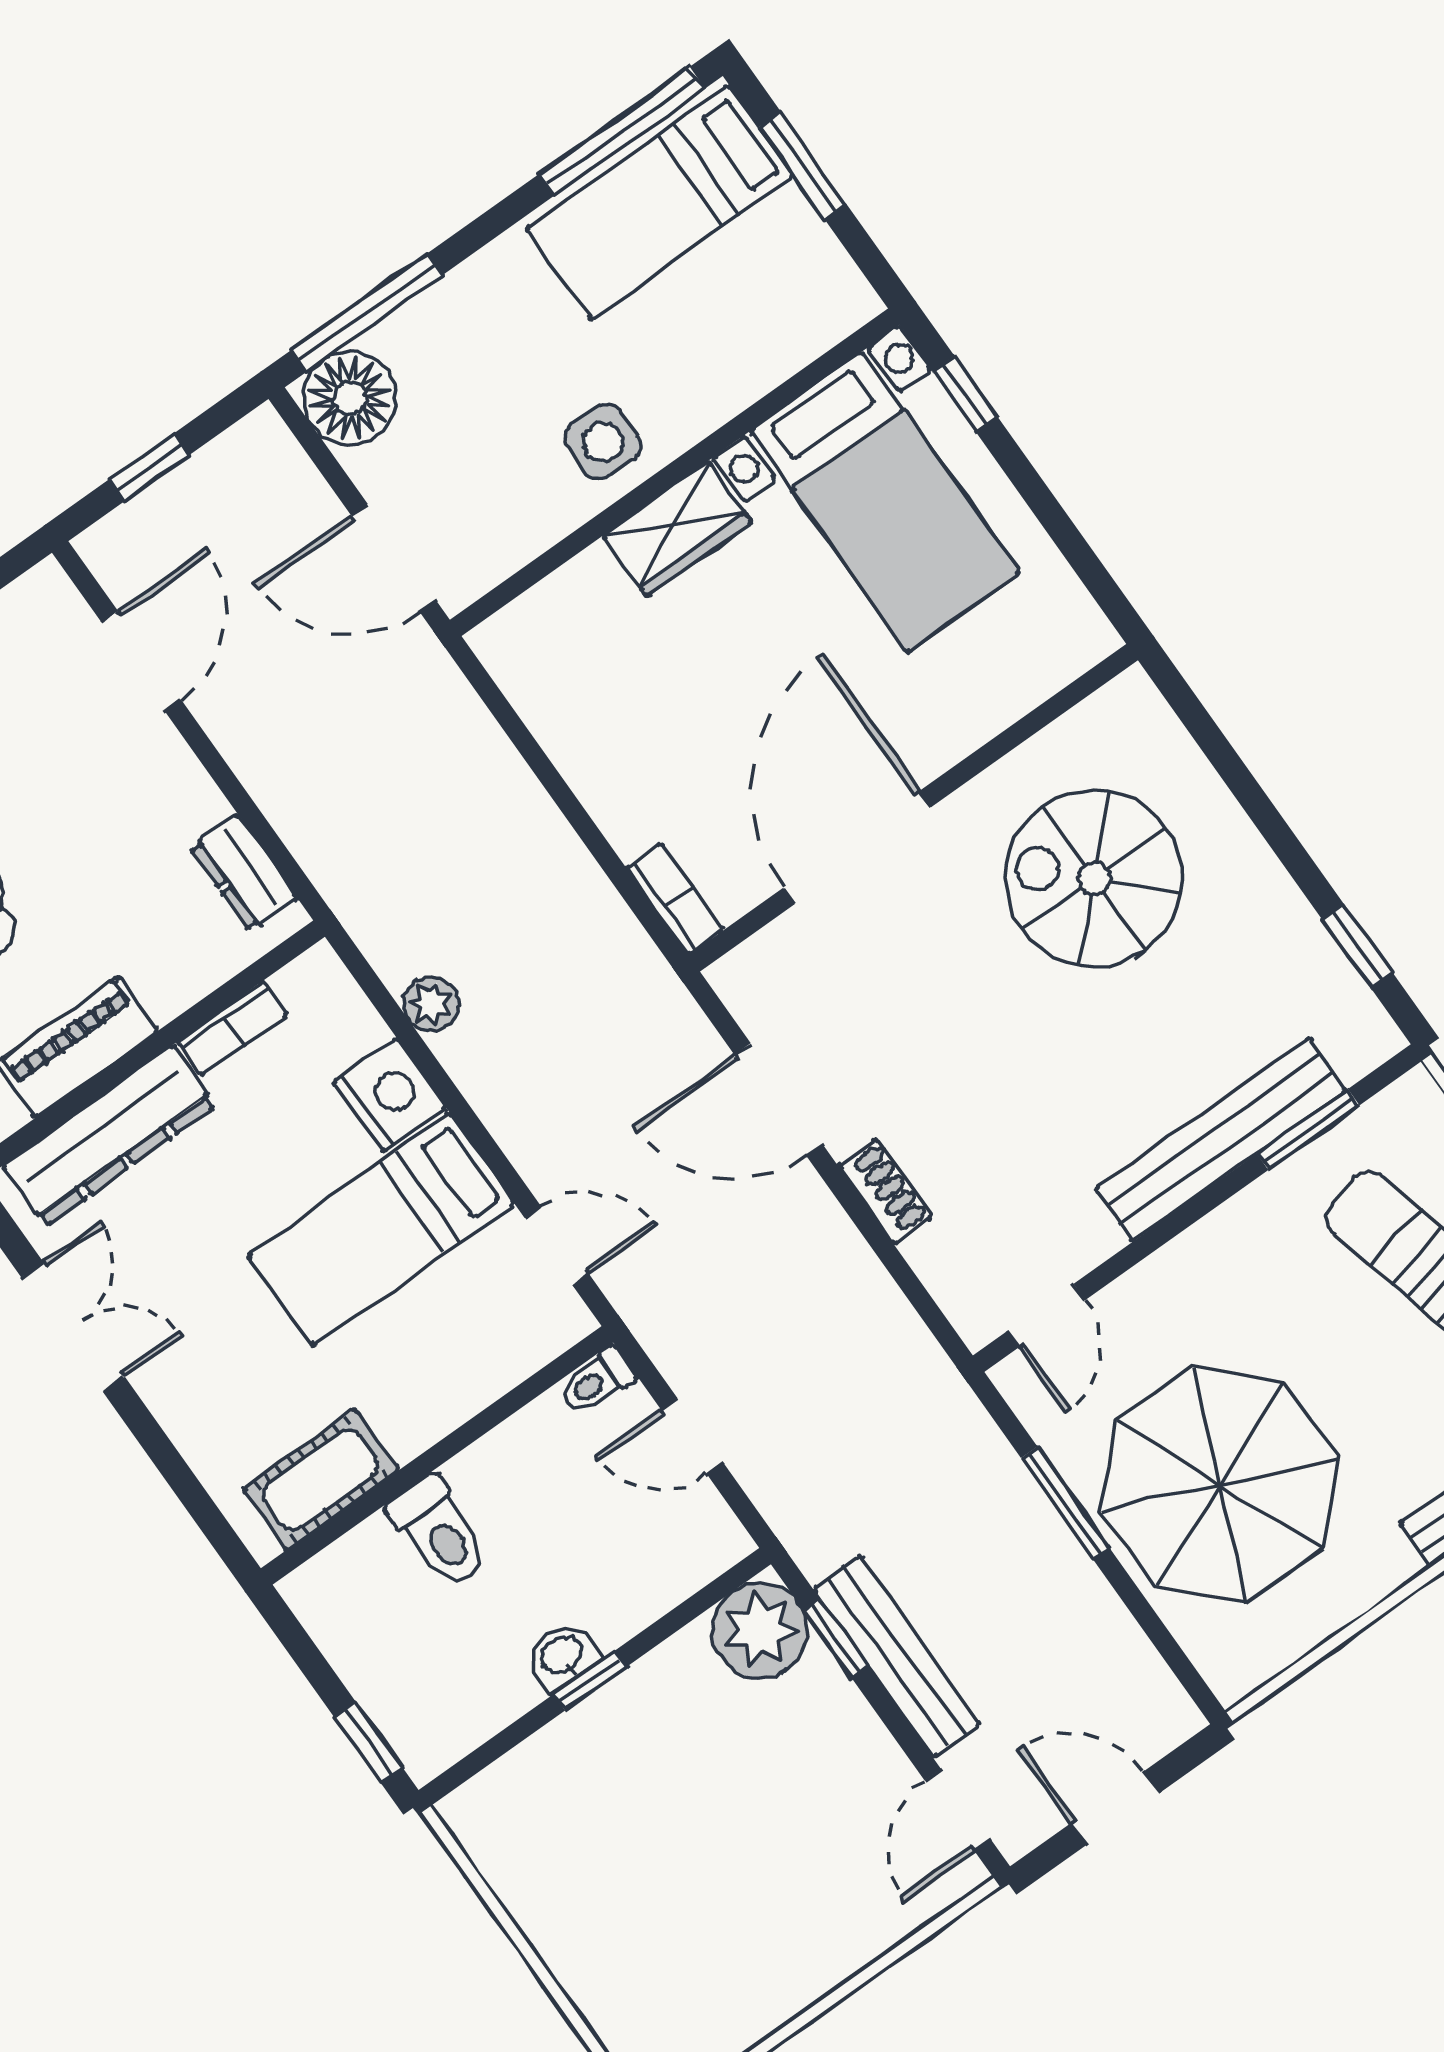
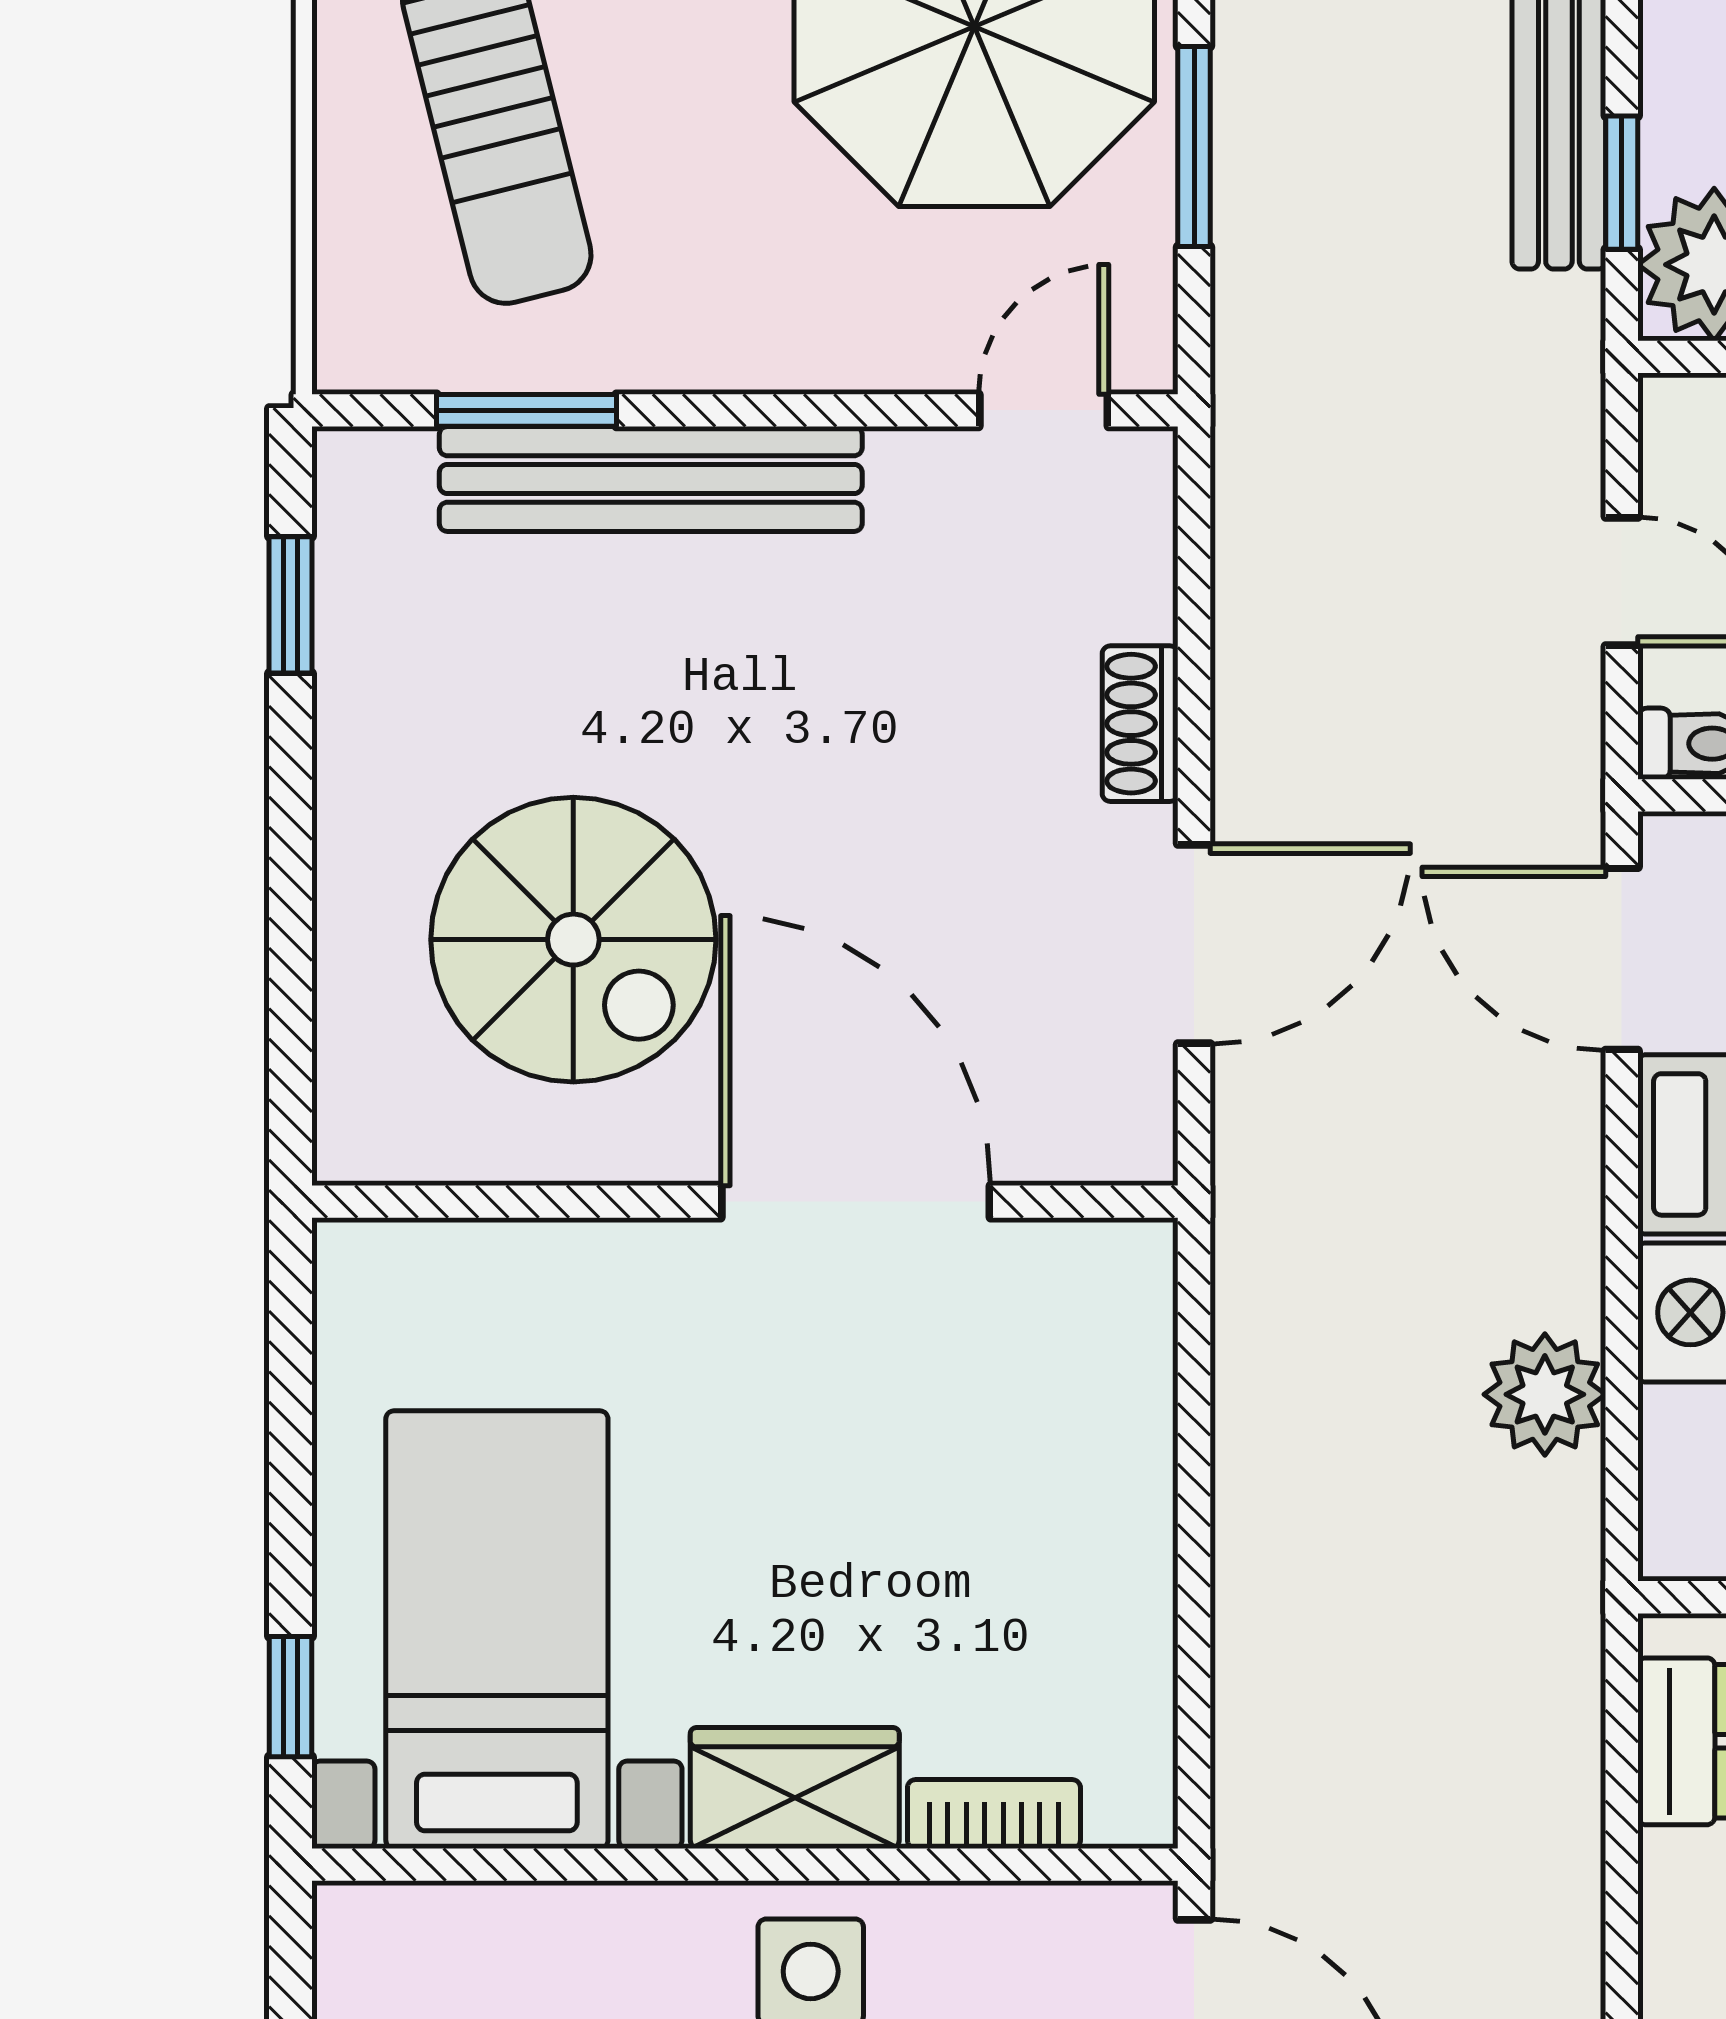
door: (857, 848) -> (856, 1202), swing flipped
bookcase: (675, 899) -> (994, 1814), moved, turned 90
plant: (431, 1004) -> (1545, 1394), width x1.38, depth x1.38
door: (779, 1100) -> (1194, 944), hinge flipped
door: (557, 1246) -> (1622, 959), width x1.38

